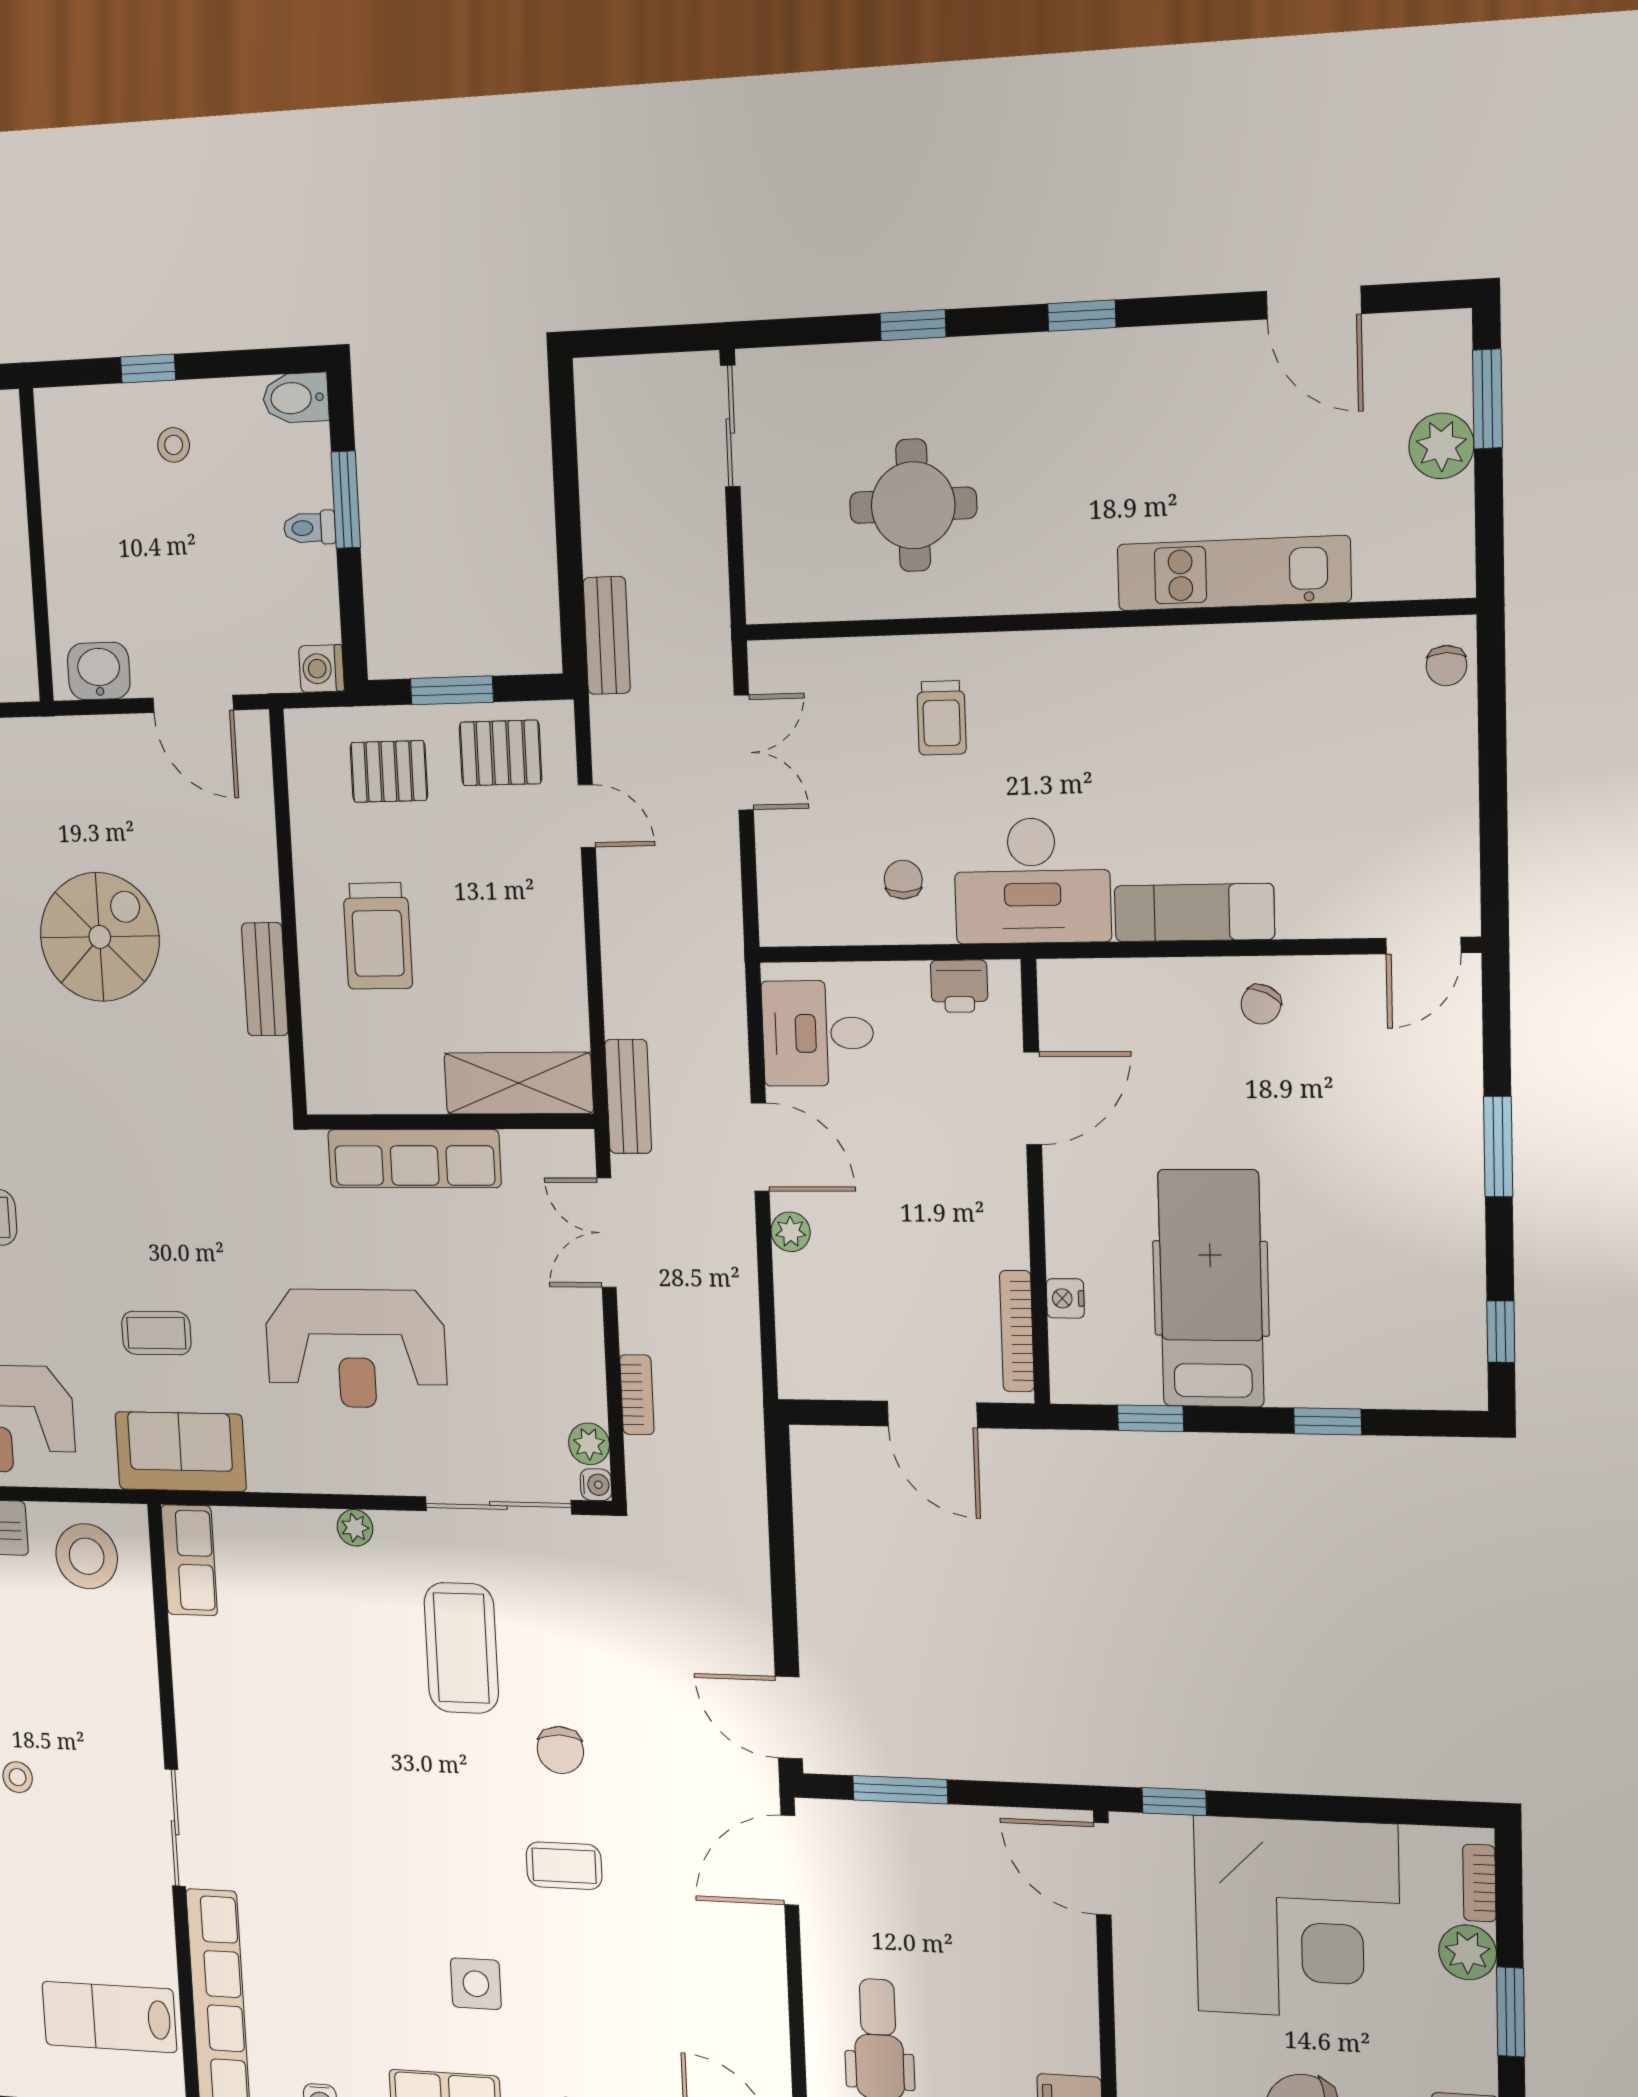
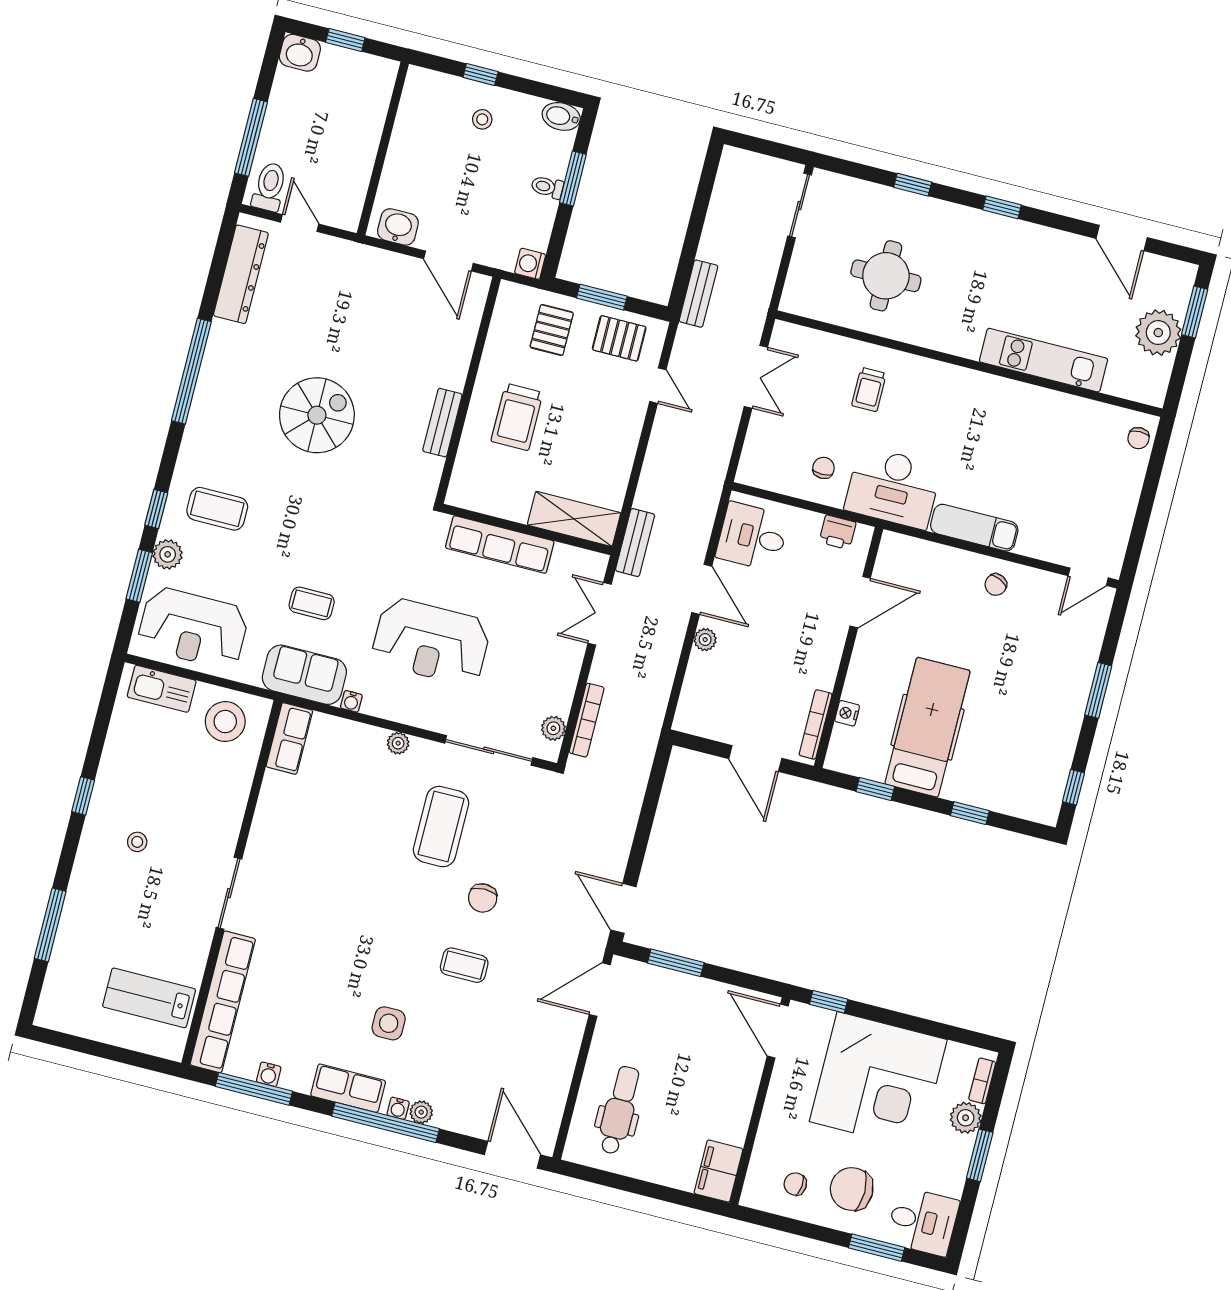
plant: (1441, 446) -> (1158, 333), width x1.36, depth x1.36
pallet: (389, 771) -> (552, 330), turned 90
spiral stairs: (100, 937) -> (317, 415), moved
bookcase: (637, 1395) -> (587, 720), width x1.56
water cooler: (596, 1485) -> (351, 701), moved, turned 90

